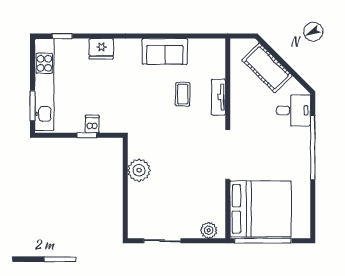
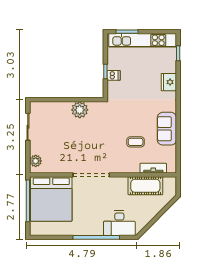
cot: (267, 68) -> (145, 186), moved, turned 45
tv unit: (218, 97) -> (153, 168), moved
desk: (293, 110) -> (119, 223), width x1.37

